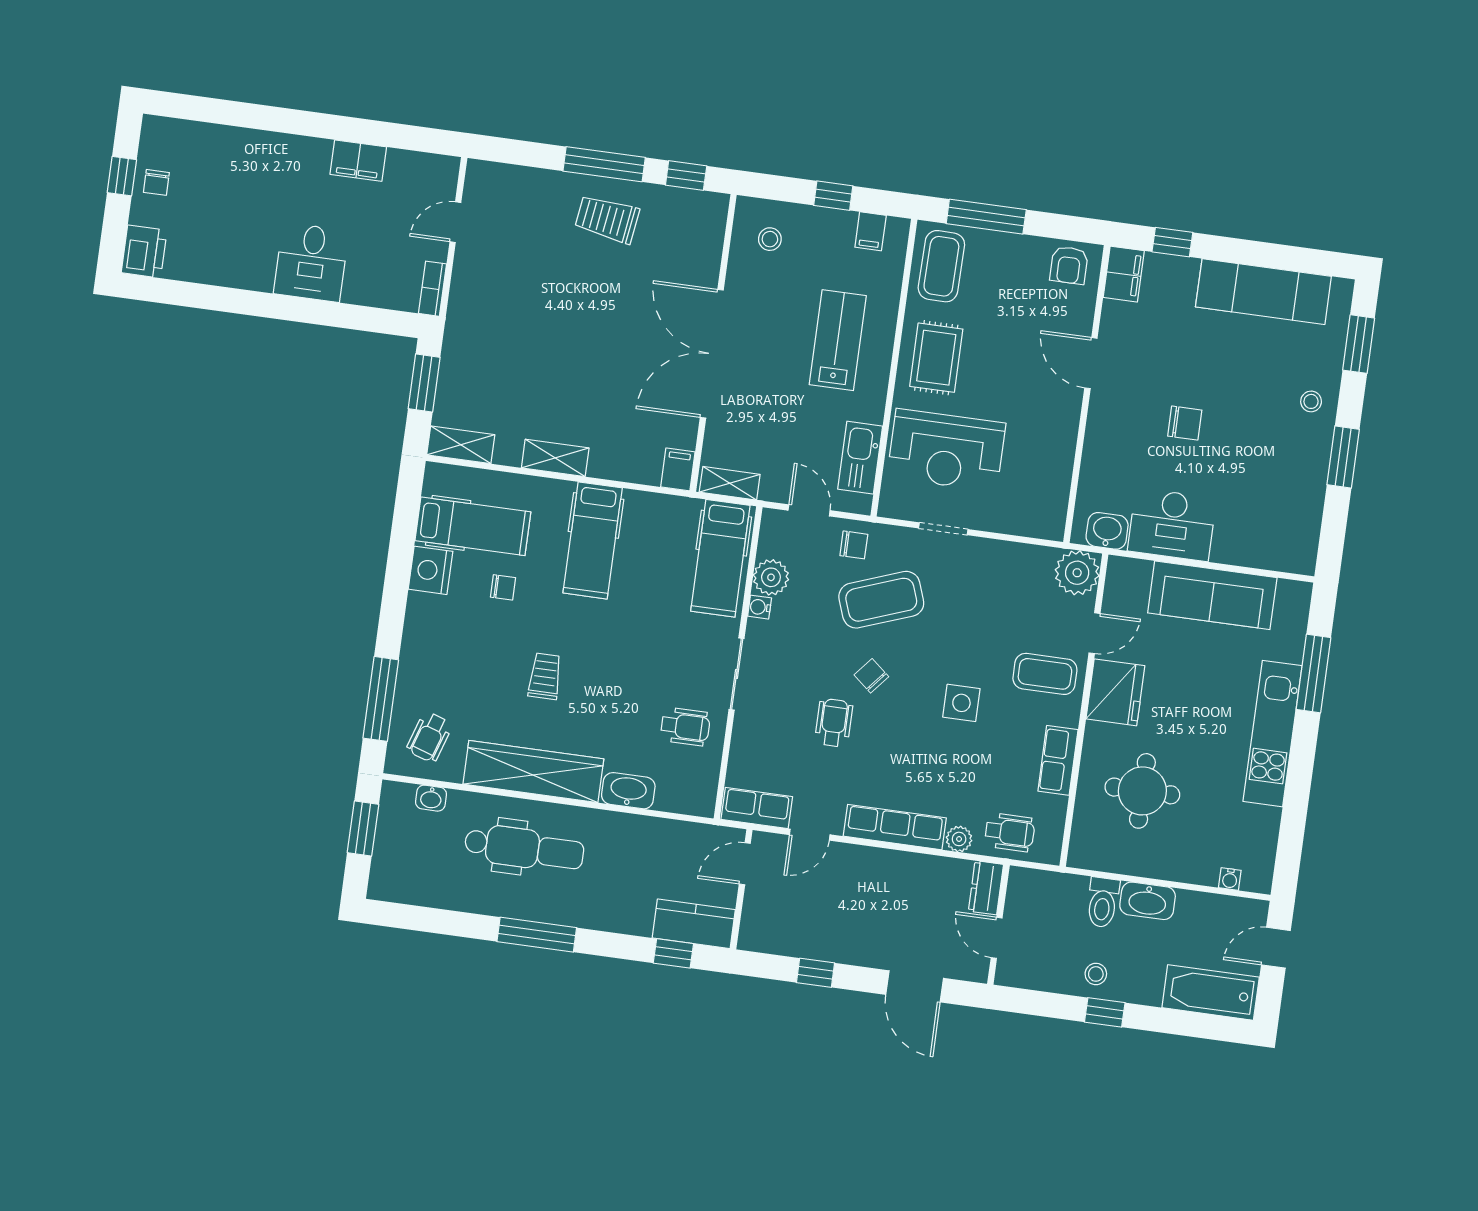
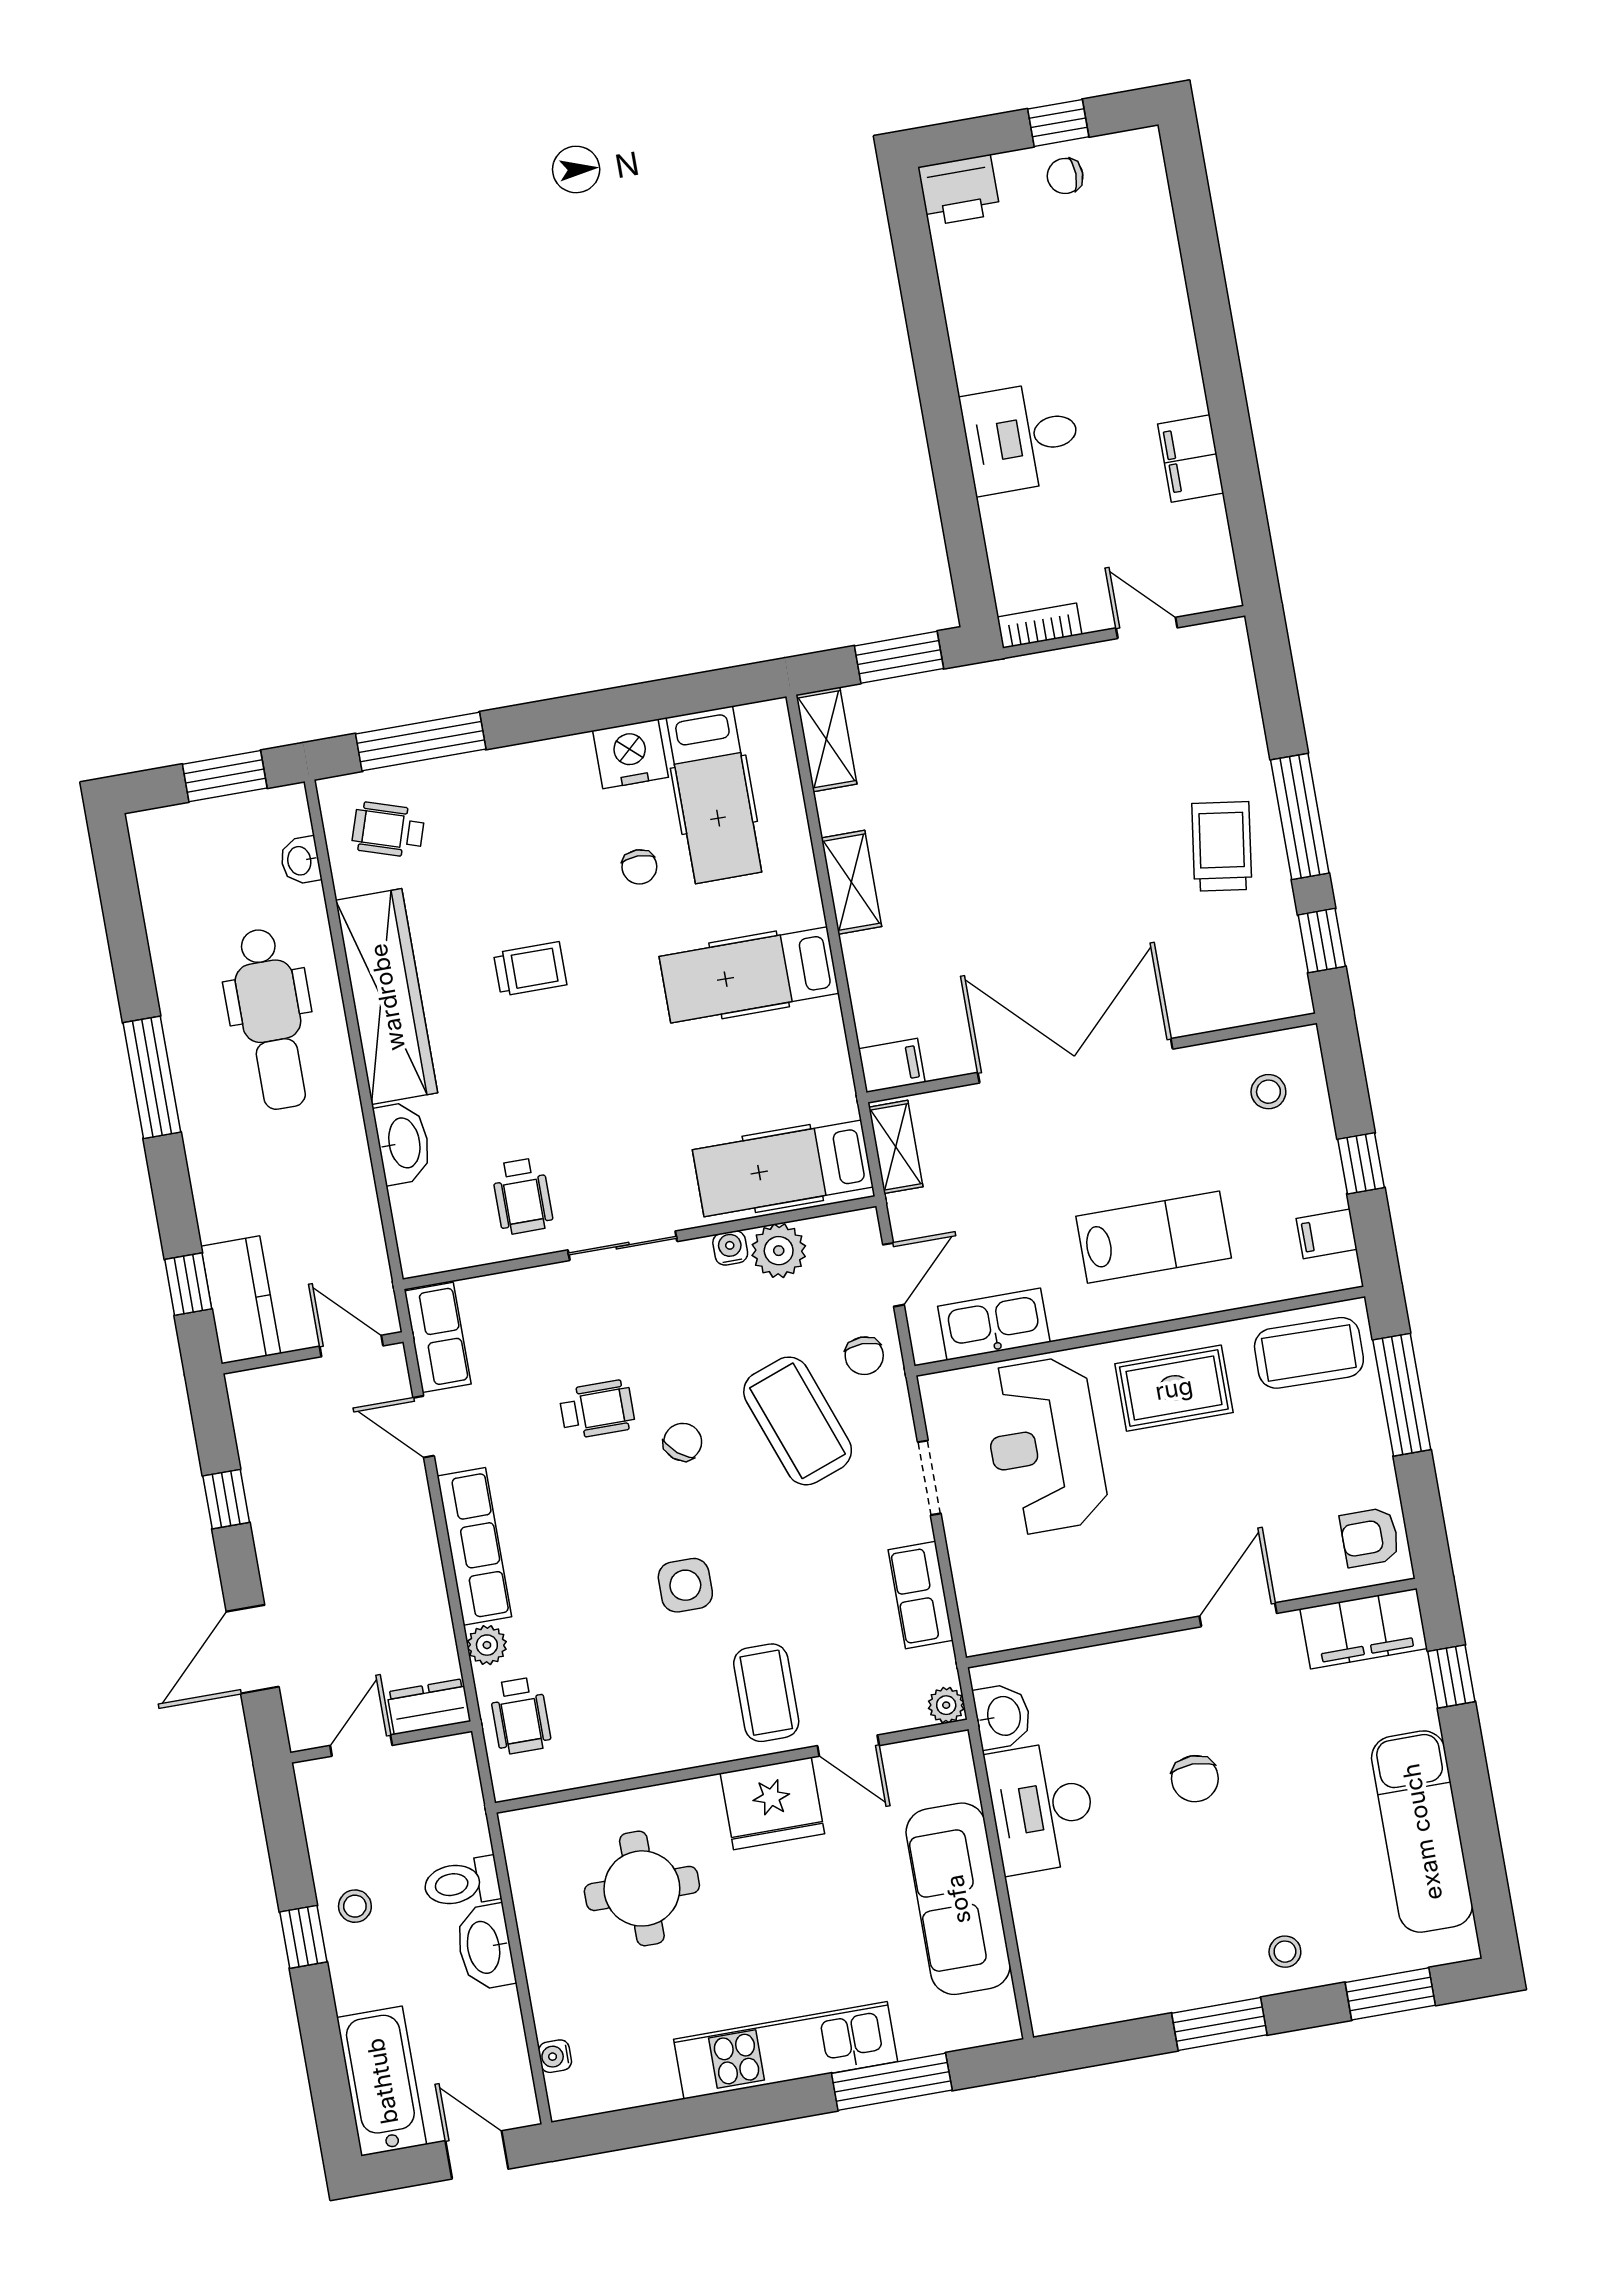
filing cabinet: (1124, 274) -> (1364, 1629), width x1.50, depth x1.17
plant: (1077, 573) -> (946, 1705), width x0.53, depth x0.53
row of seats: (1058, 760) -> (921, 1595), moved, turned -90

